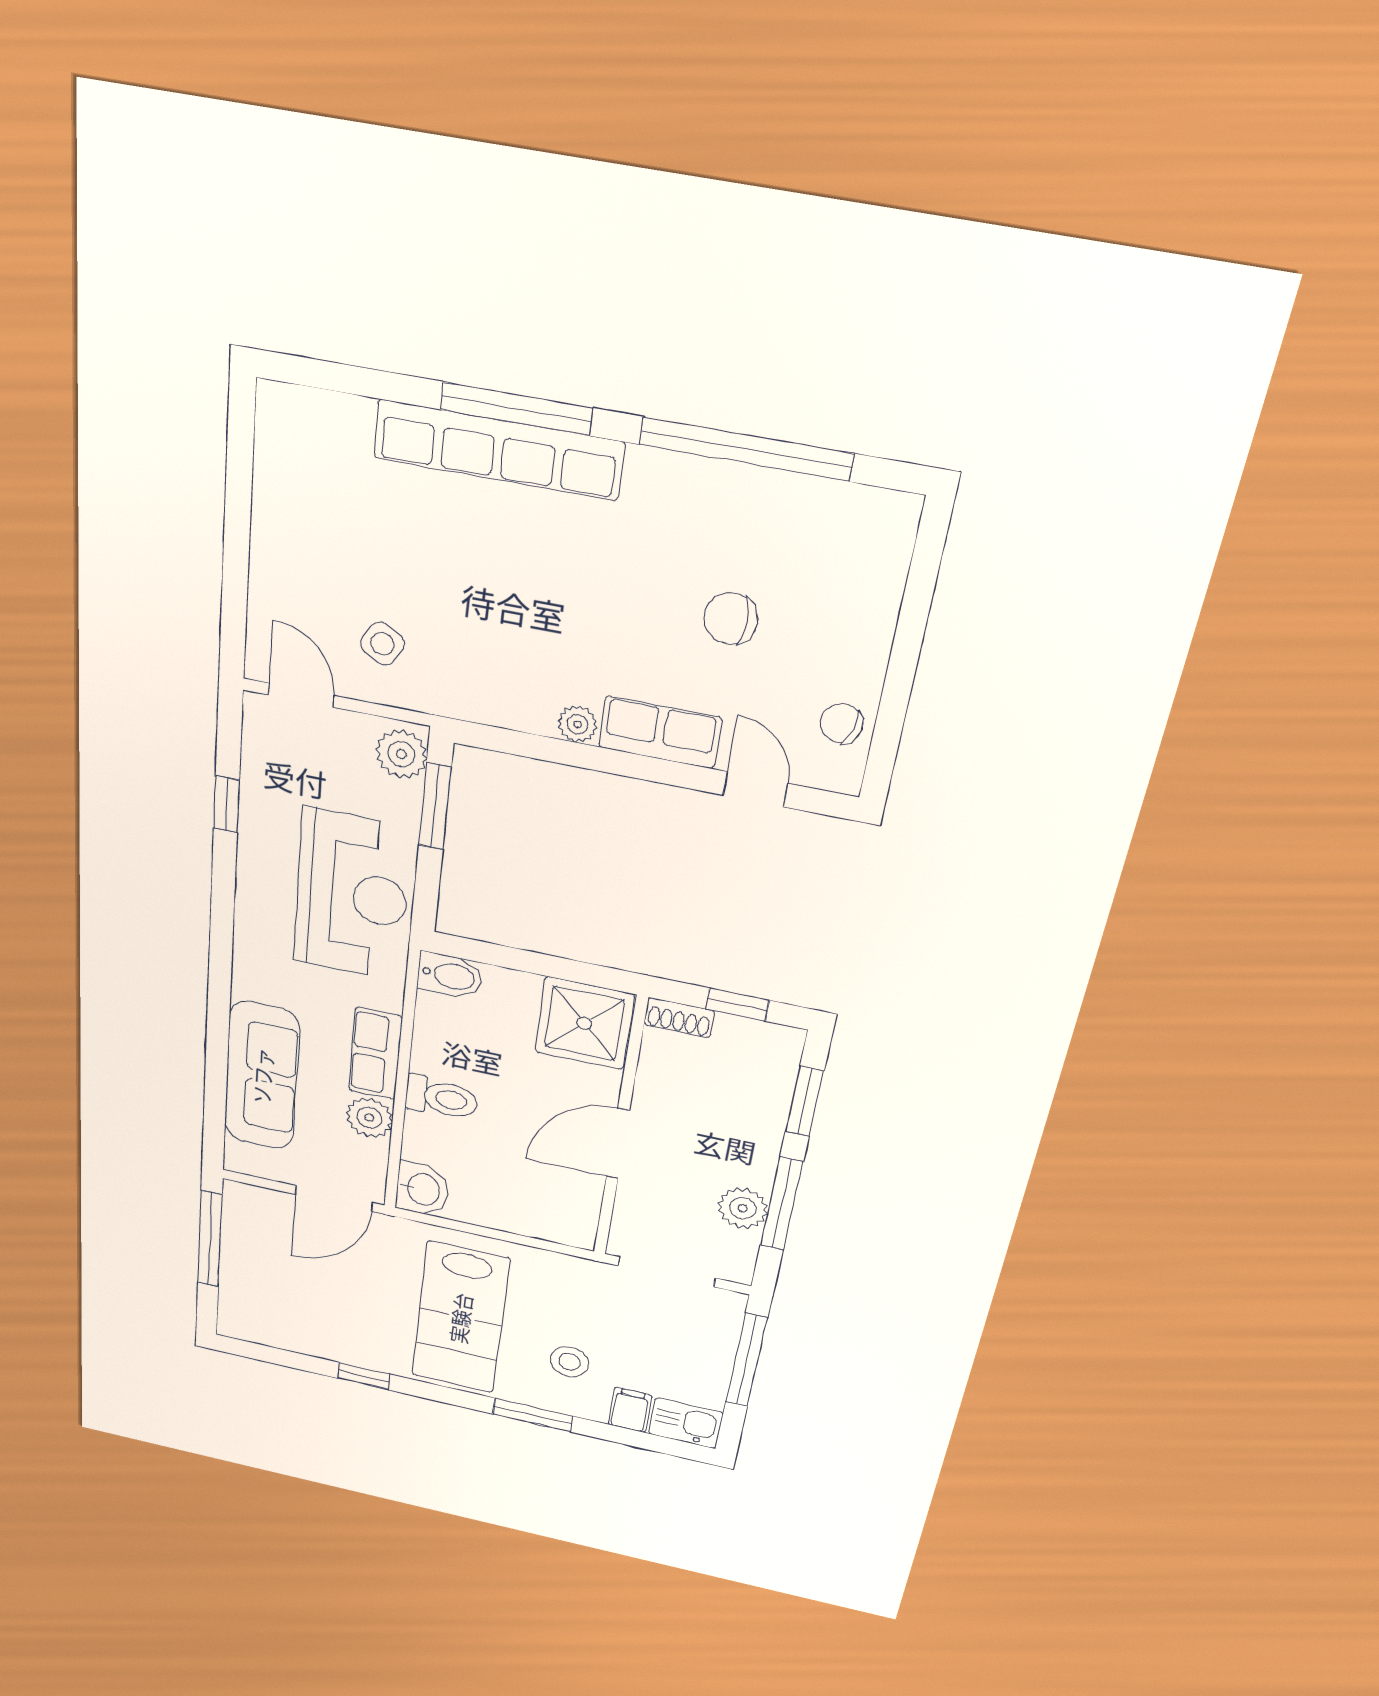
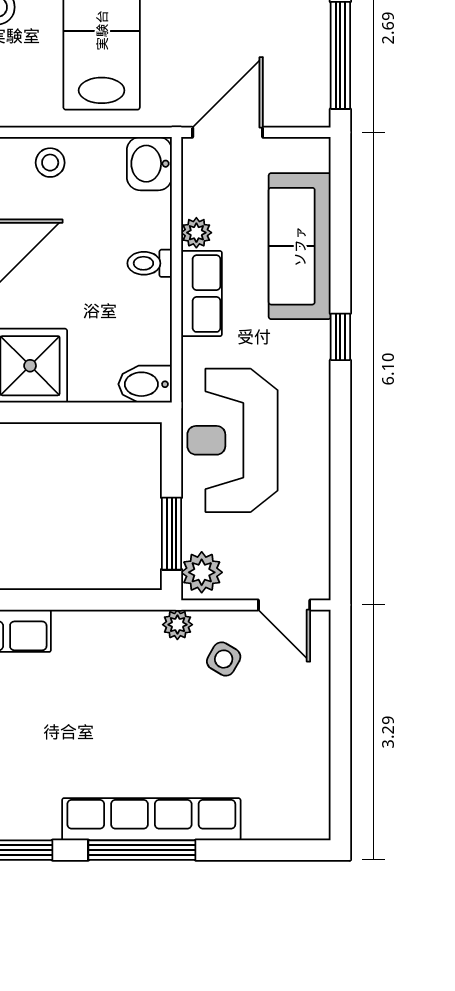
plant: (578, 724) -> (177, 625), moved
window: (226, 804) -> (340, 337), moved
toilet: (441, 1098) -> (150, 263), width x0.73, depth x0.72
plant: (369, 1118) -> (196, 233), width x0.73, depth x0.73
stool: (532, 1214) -> (50, 163), added

